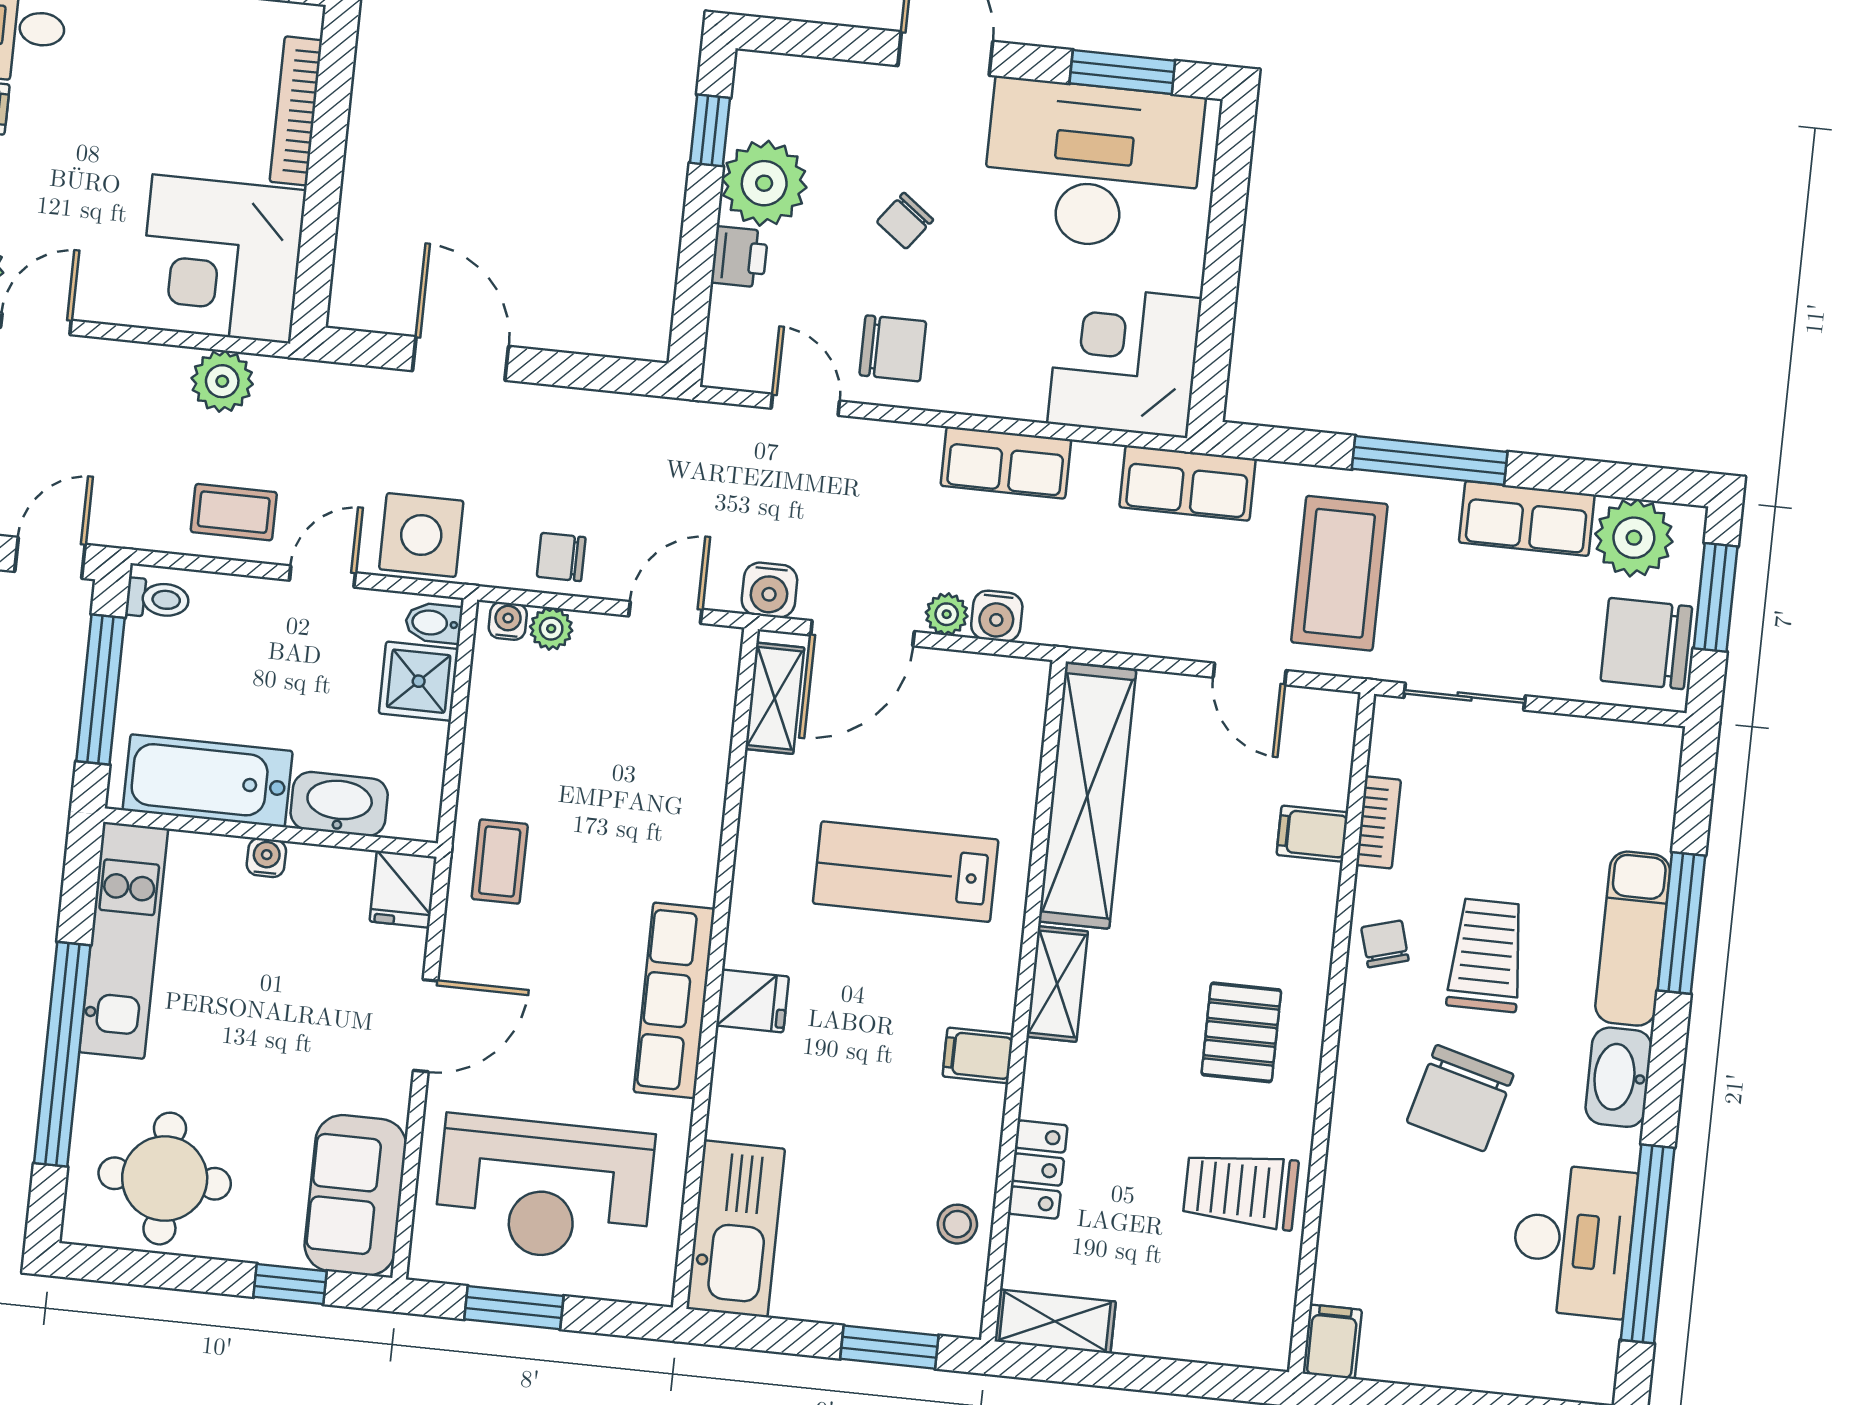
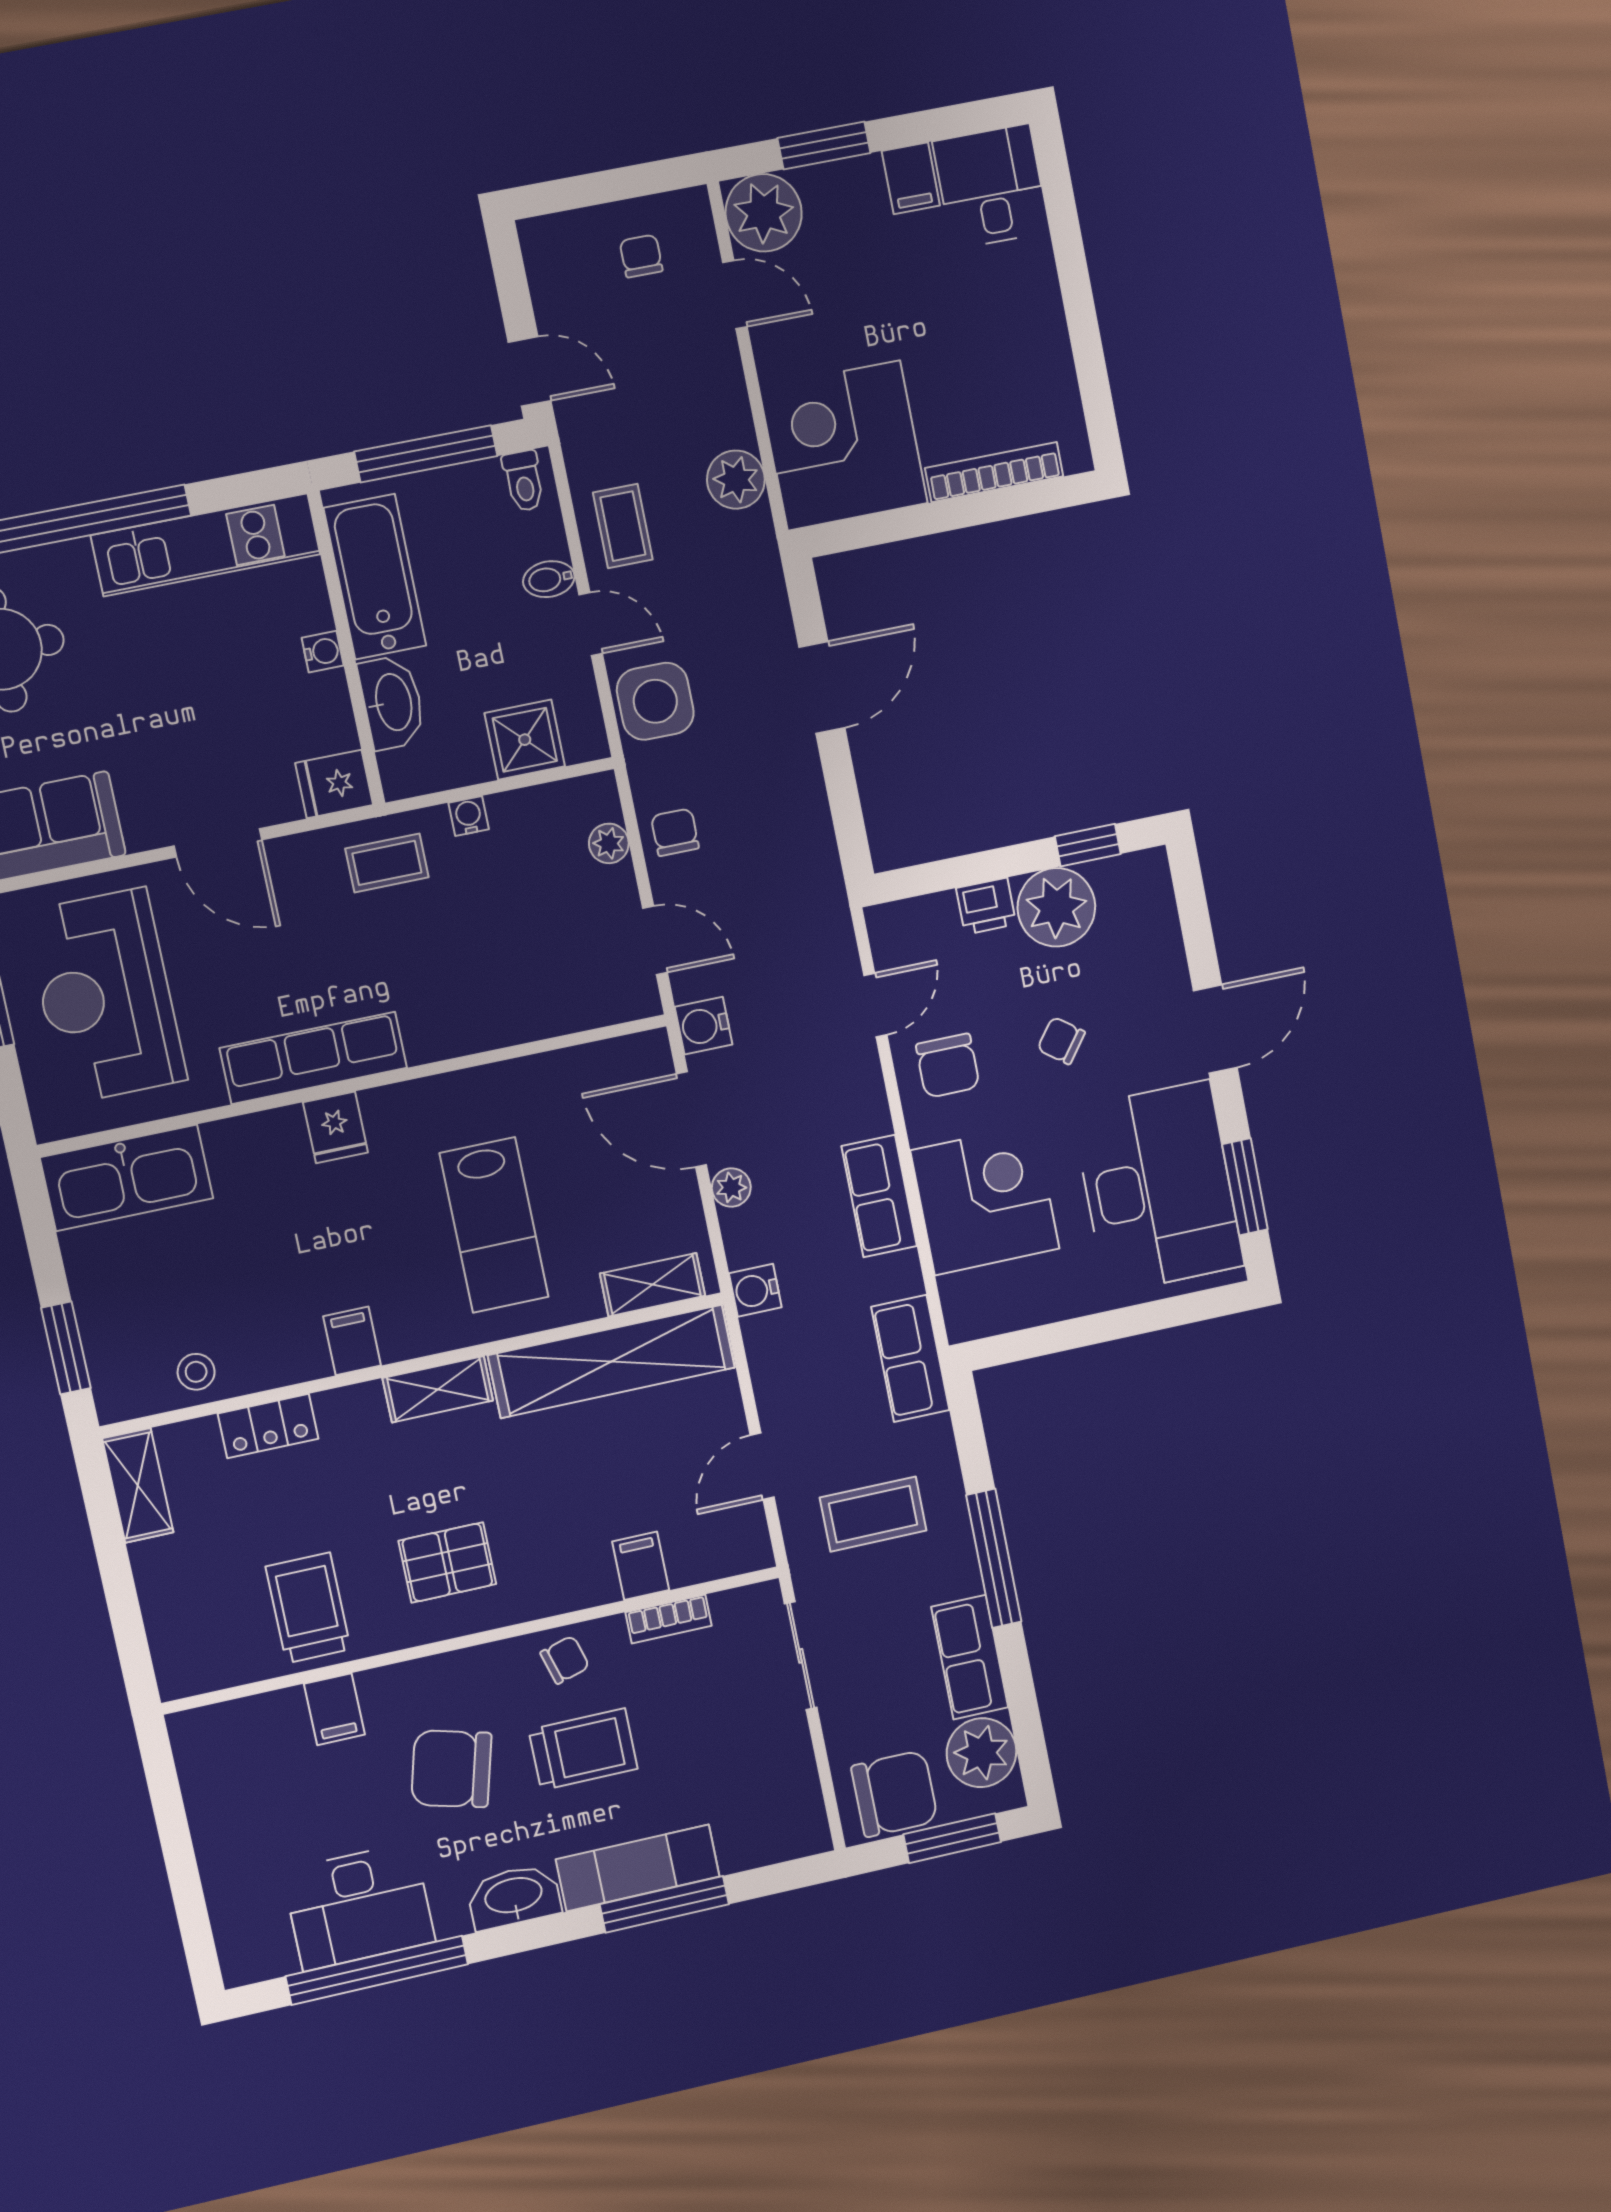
corner desk: (1124, 361) -> (985, 1200), moved
coffee table: (1339, 573) -> (873, 1514), width x0.73, depth x0.76
water cooler: (997, 616) -> (755, 1290), moved
water cooler: (508, 621) -> (469, 816), moved, turned -90
bidet: (434, 623) -> (549, 579), moved, turned -90
chair: (1646, 644) -> (895, 1794), turned 90
shelving: (775, 698) -> (653, 1285), moved
lab bench: (906, 872) -> (494, 1225), turned 180
filing cabinet: (1332, 1342) -> (334, 1709), moved, turned 90

